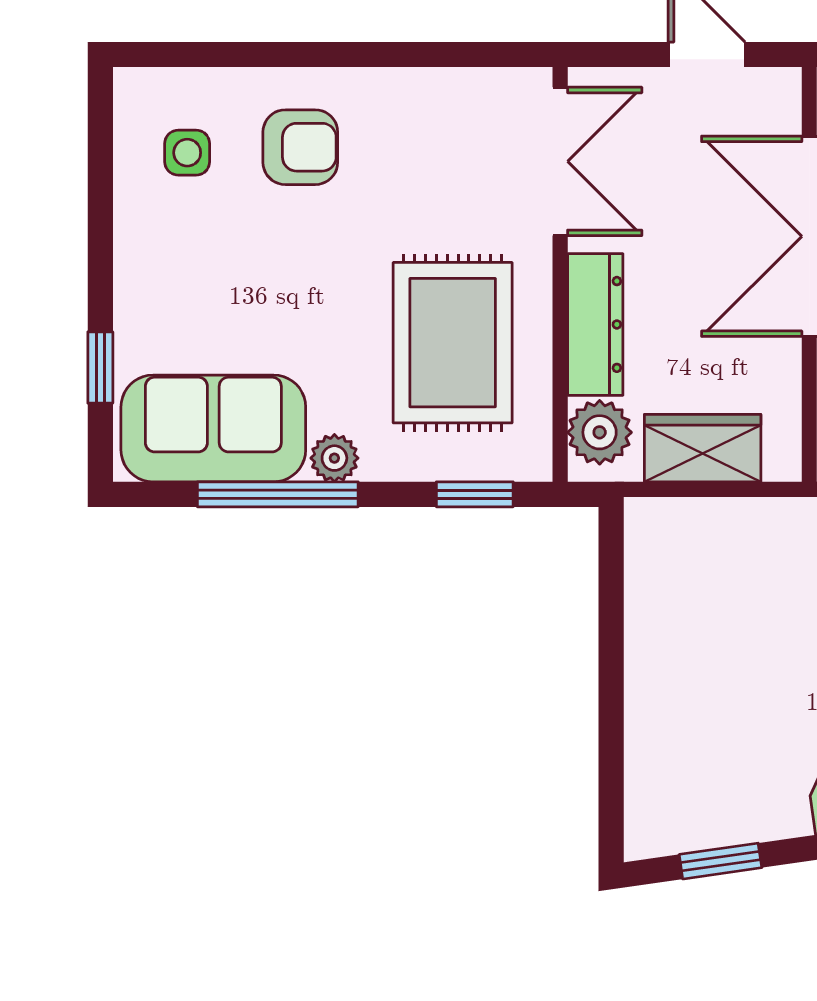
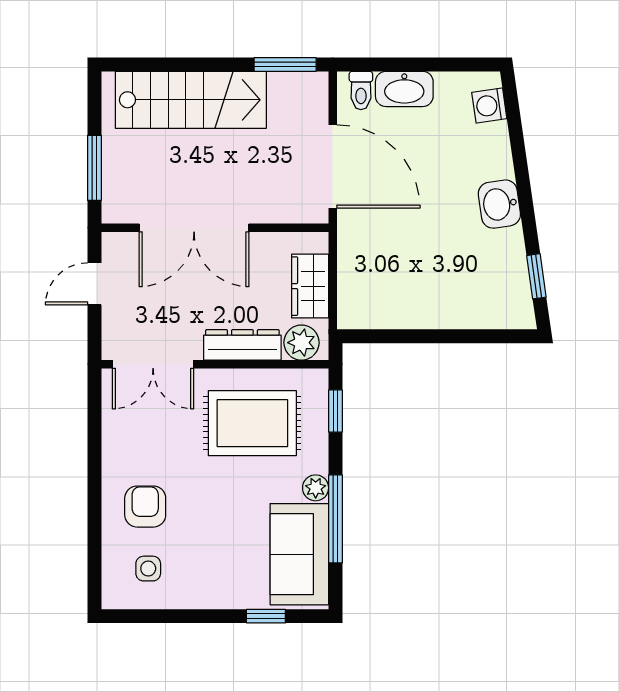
double door: (560, 161) -> (153, 364), swing flipped

